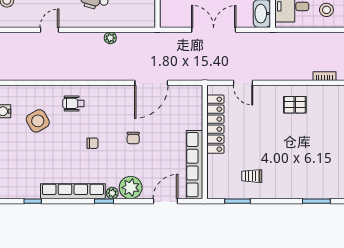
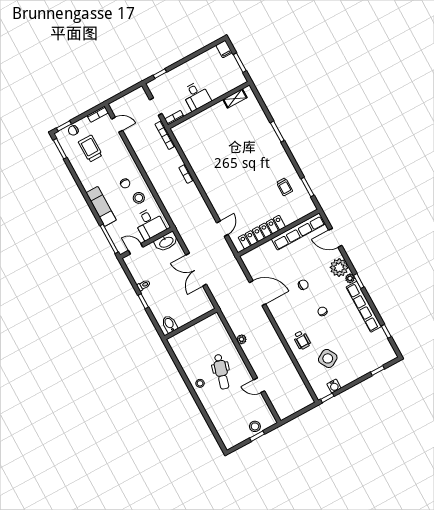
pallet: (295, 105) -> (218, 184), removed

